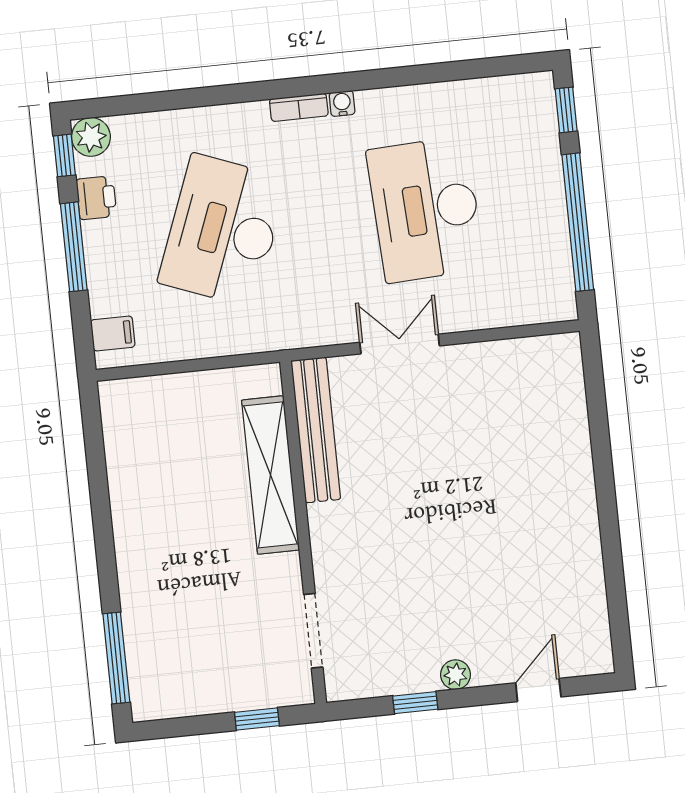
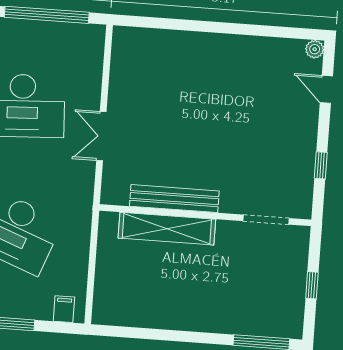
bench: (316, 430) -> (174, 199), moved
plant: (455, 675) -> (315, 49), moved
window: (257, 719) -> (312, 285), moved

